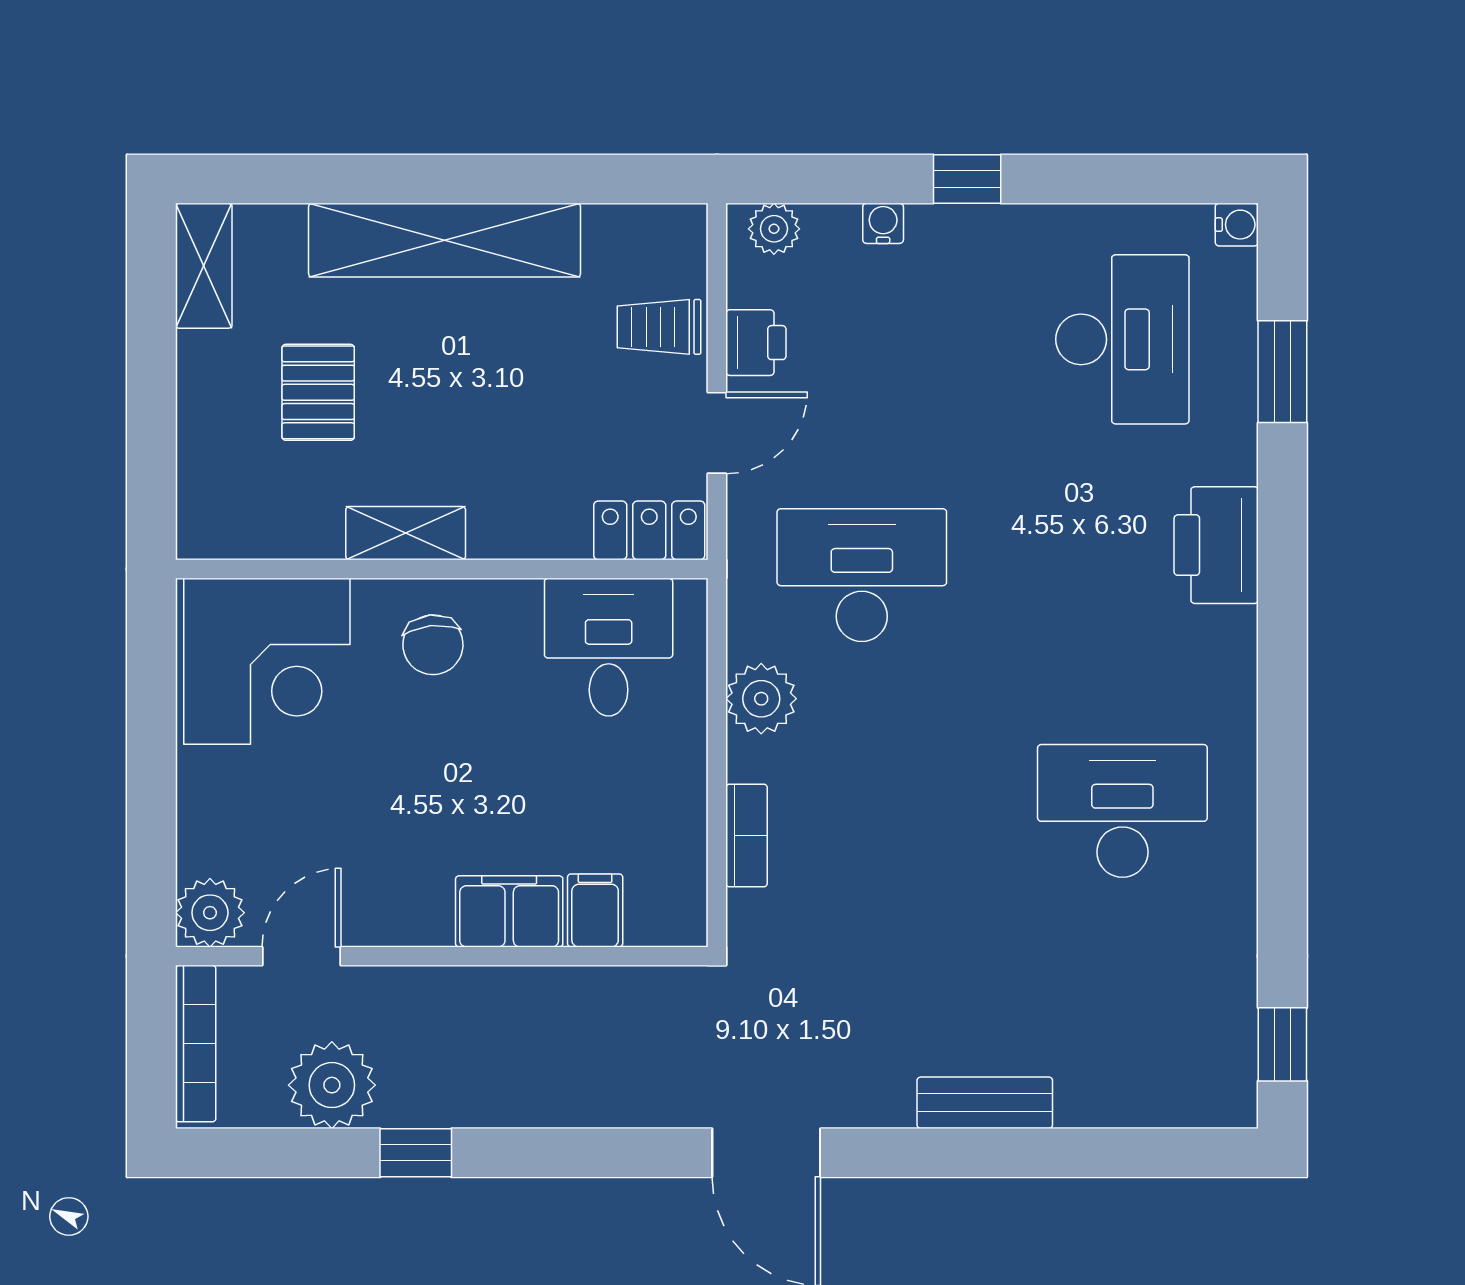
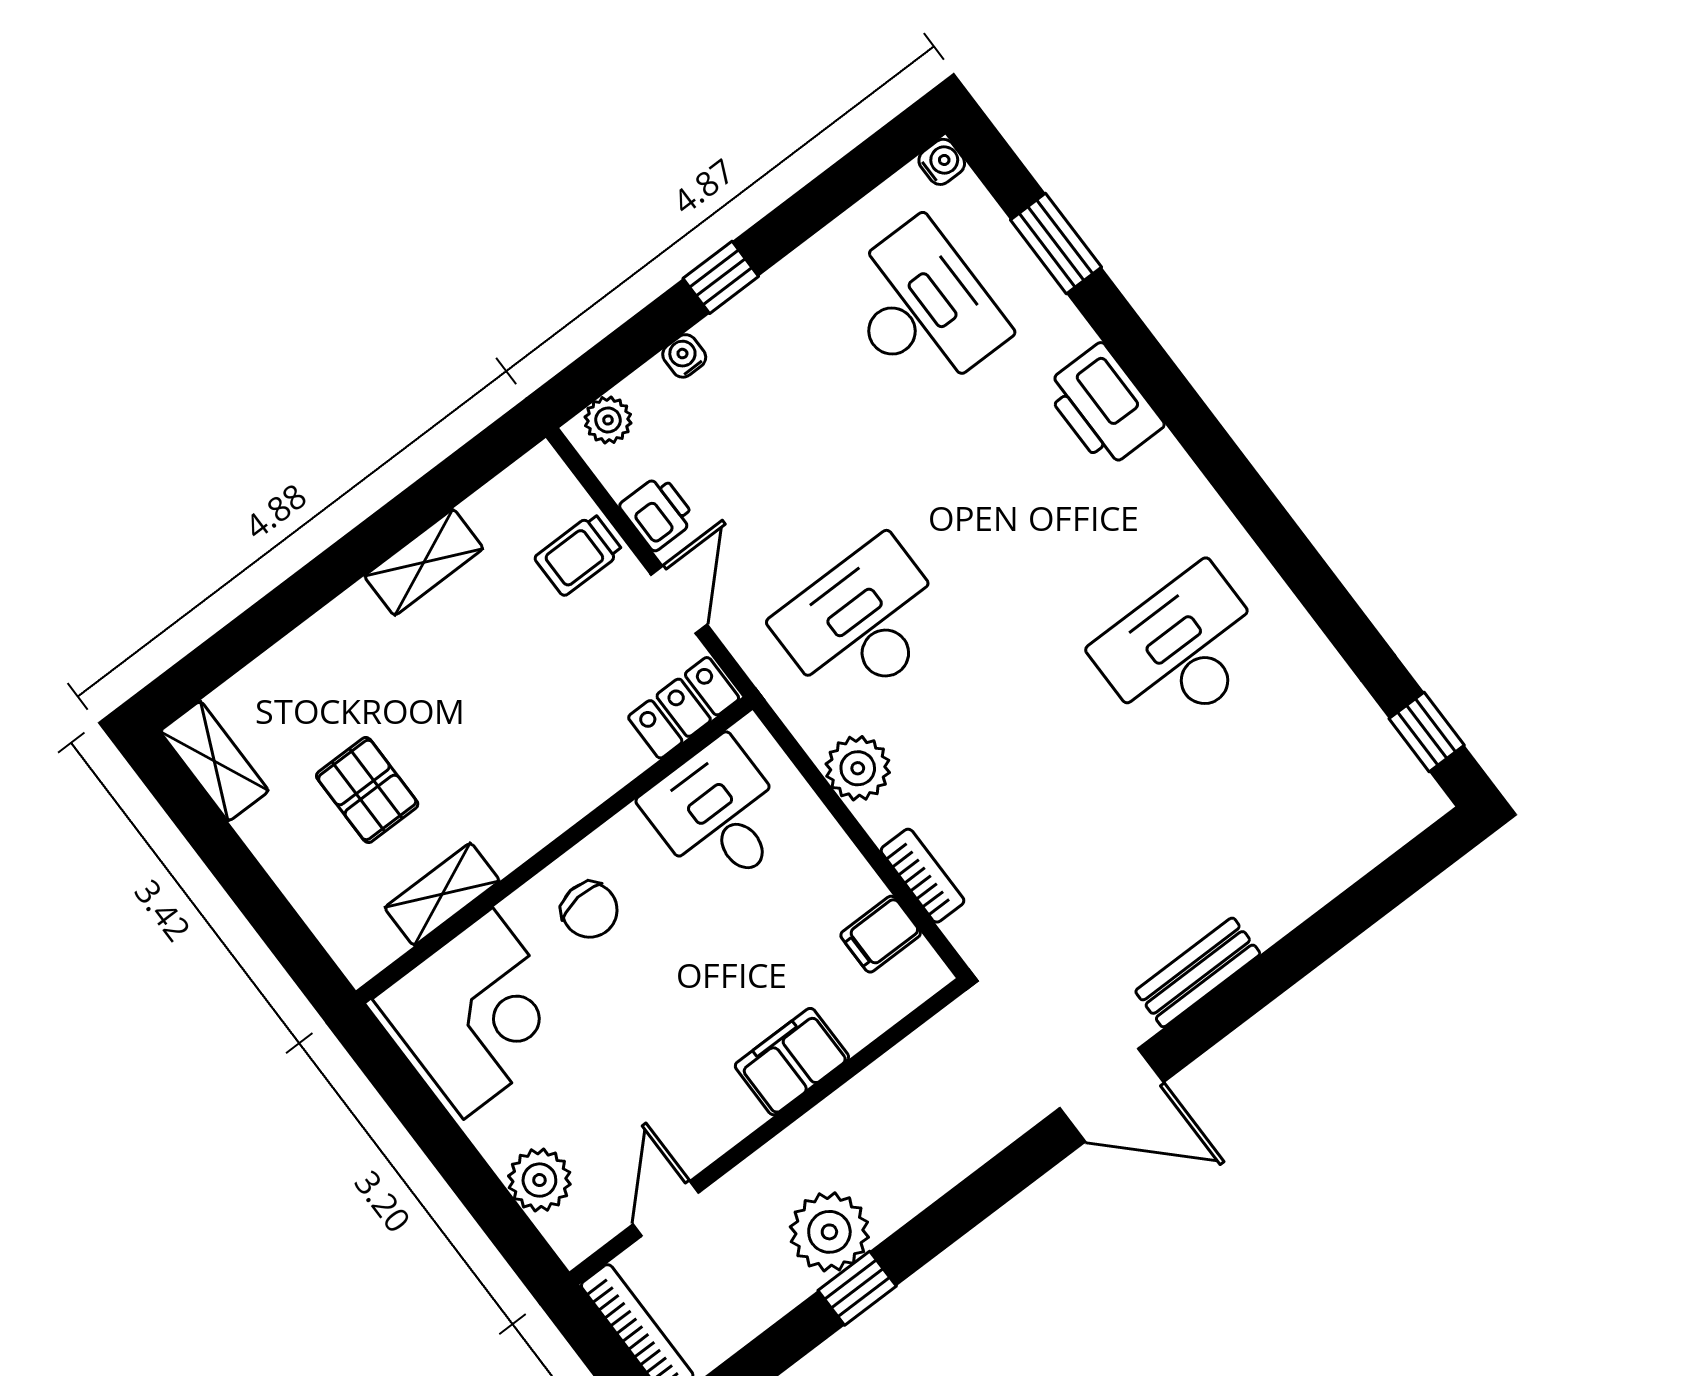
shelving: (445, 240) -> (424, 562), width x0.45, depth x0.75
shelving: (406, 533) -> (442, 894), moved
filing cabinet: (595, 910) -> (881, 934), moved, turned -90
plant: (210, 913) -> (539, 1180), moved
plant: (332, 1085) -> (829, 1232), moved
bench: (985, 1103) -> (1198, 972), moved

